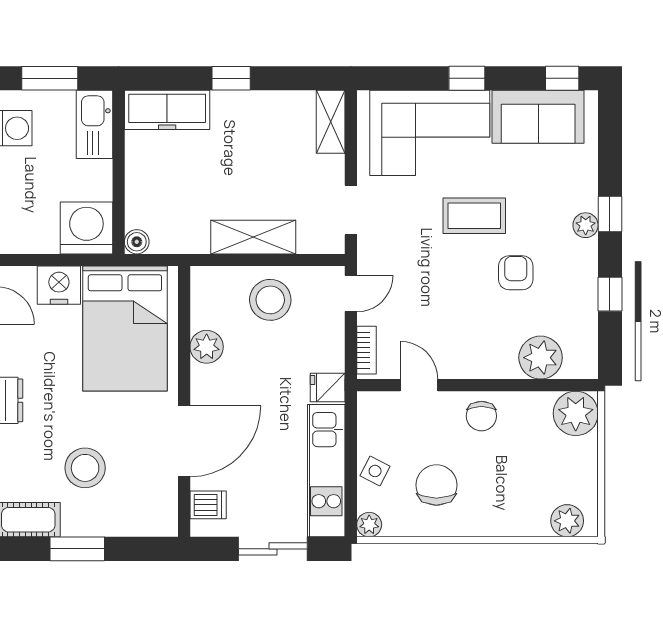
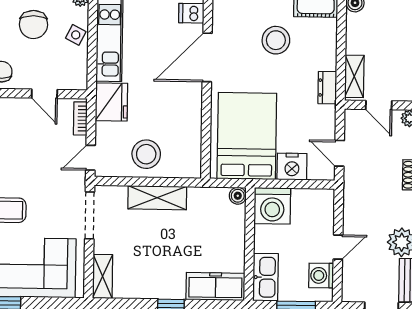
doorway: (351, 210) -> (90, 215), width x1.38
plant: (207, 347) -> (191, 122), removed
fridge: (328, 387) -> (111, 102), width x1.88, depth x1.34

